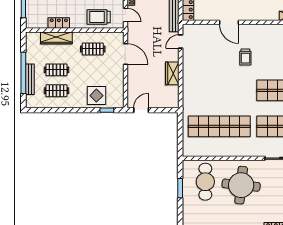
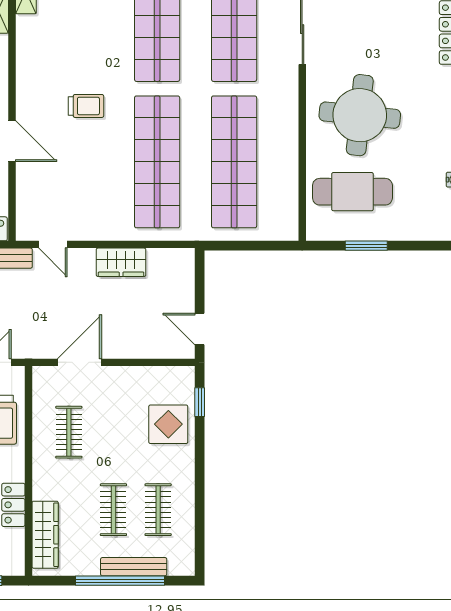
door: (229, 22) -> (12, 141), hinge flipped
wardrobe: (56, 38) -> (45, 535), moved
shop shelf: (219, 90) -> (157, 162), added

